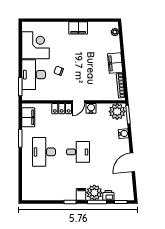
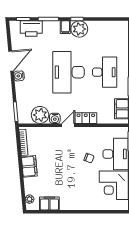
filing cabinet: (78, 28) -> (49, 203), moved
plant: (117, 112) -> (40, 115), moved
water cooler: (123, 134) -> (19, 76), moved
desk: (78, 152) -> (68, 72), width x1.87, depth x1.30
plant: (94, 193) -> (79, 29), moved
printer: (108, 195) -> (31, 29), width x1.87, depth x1.48

